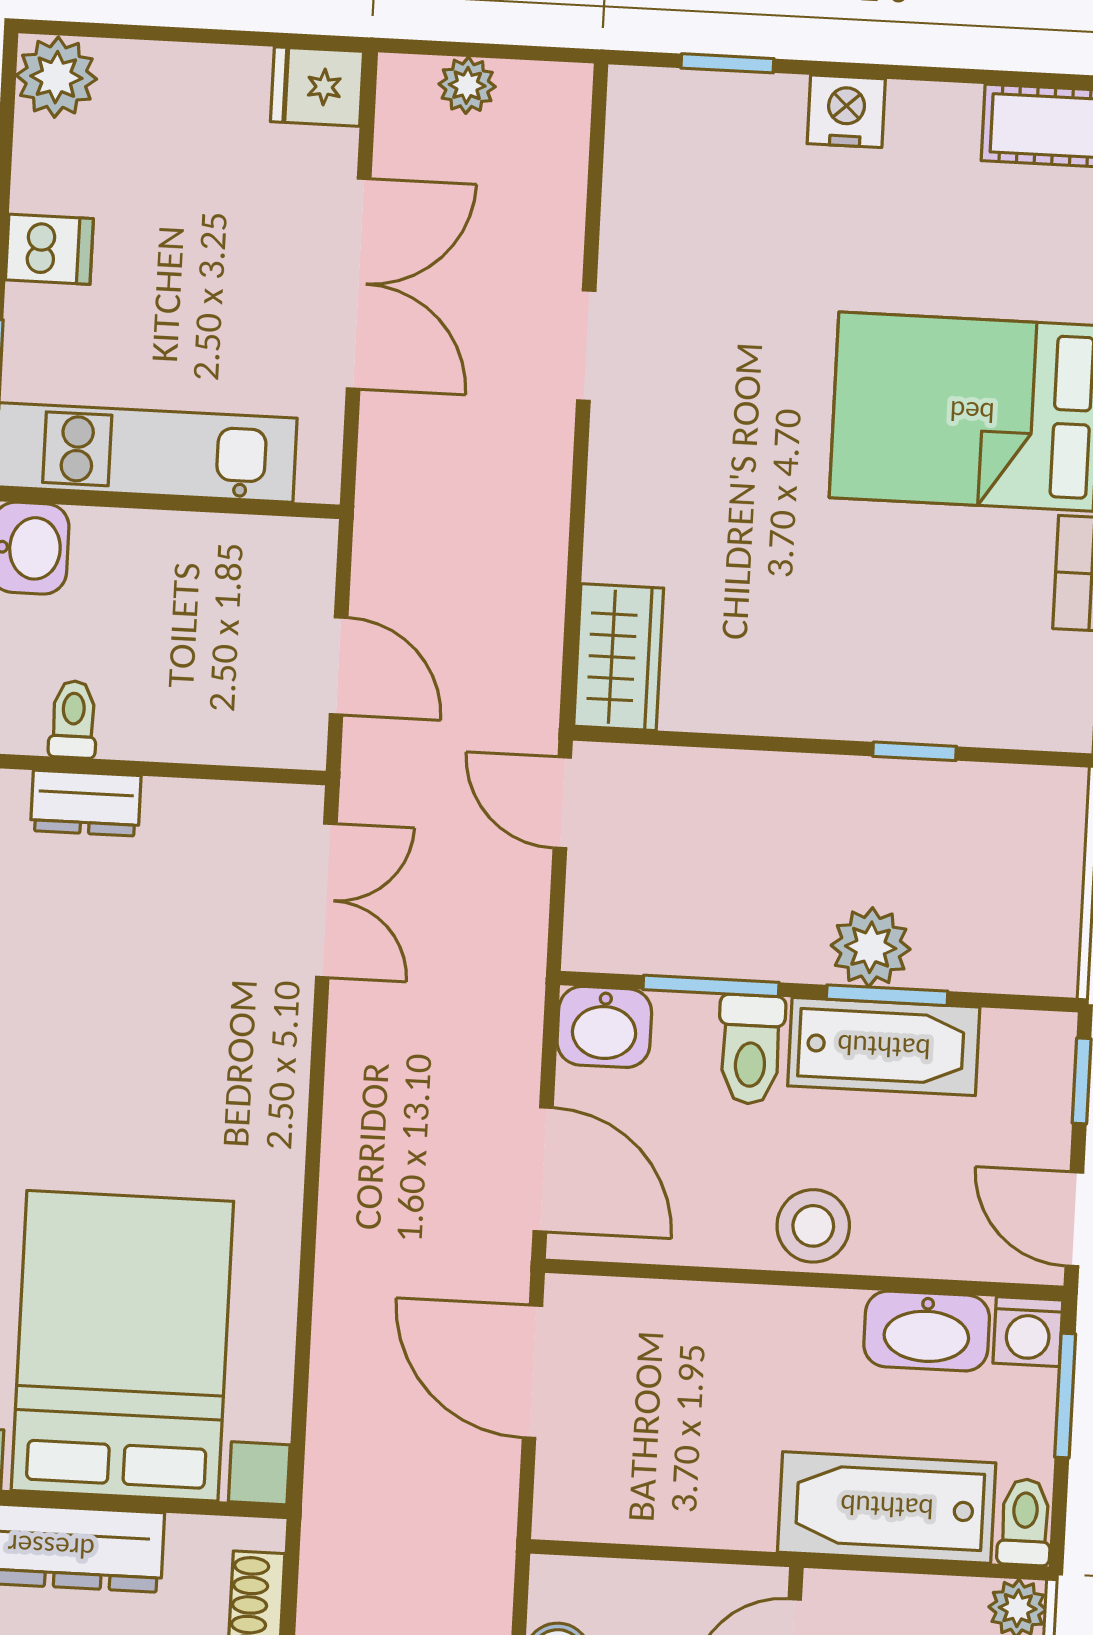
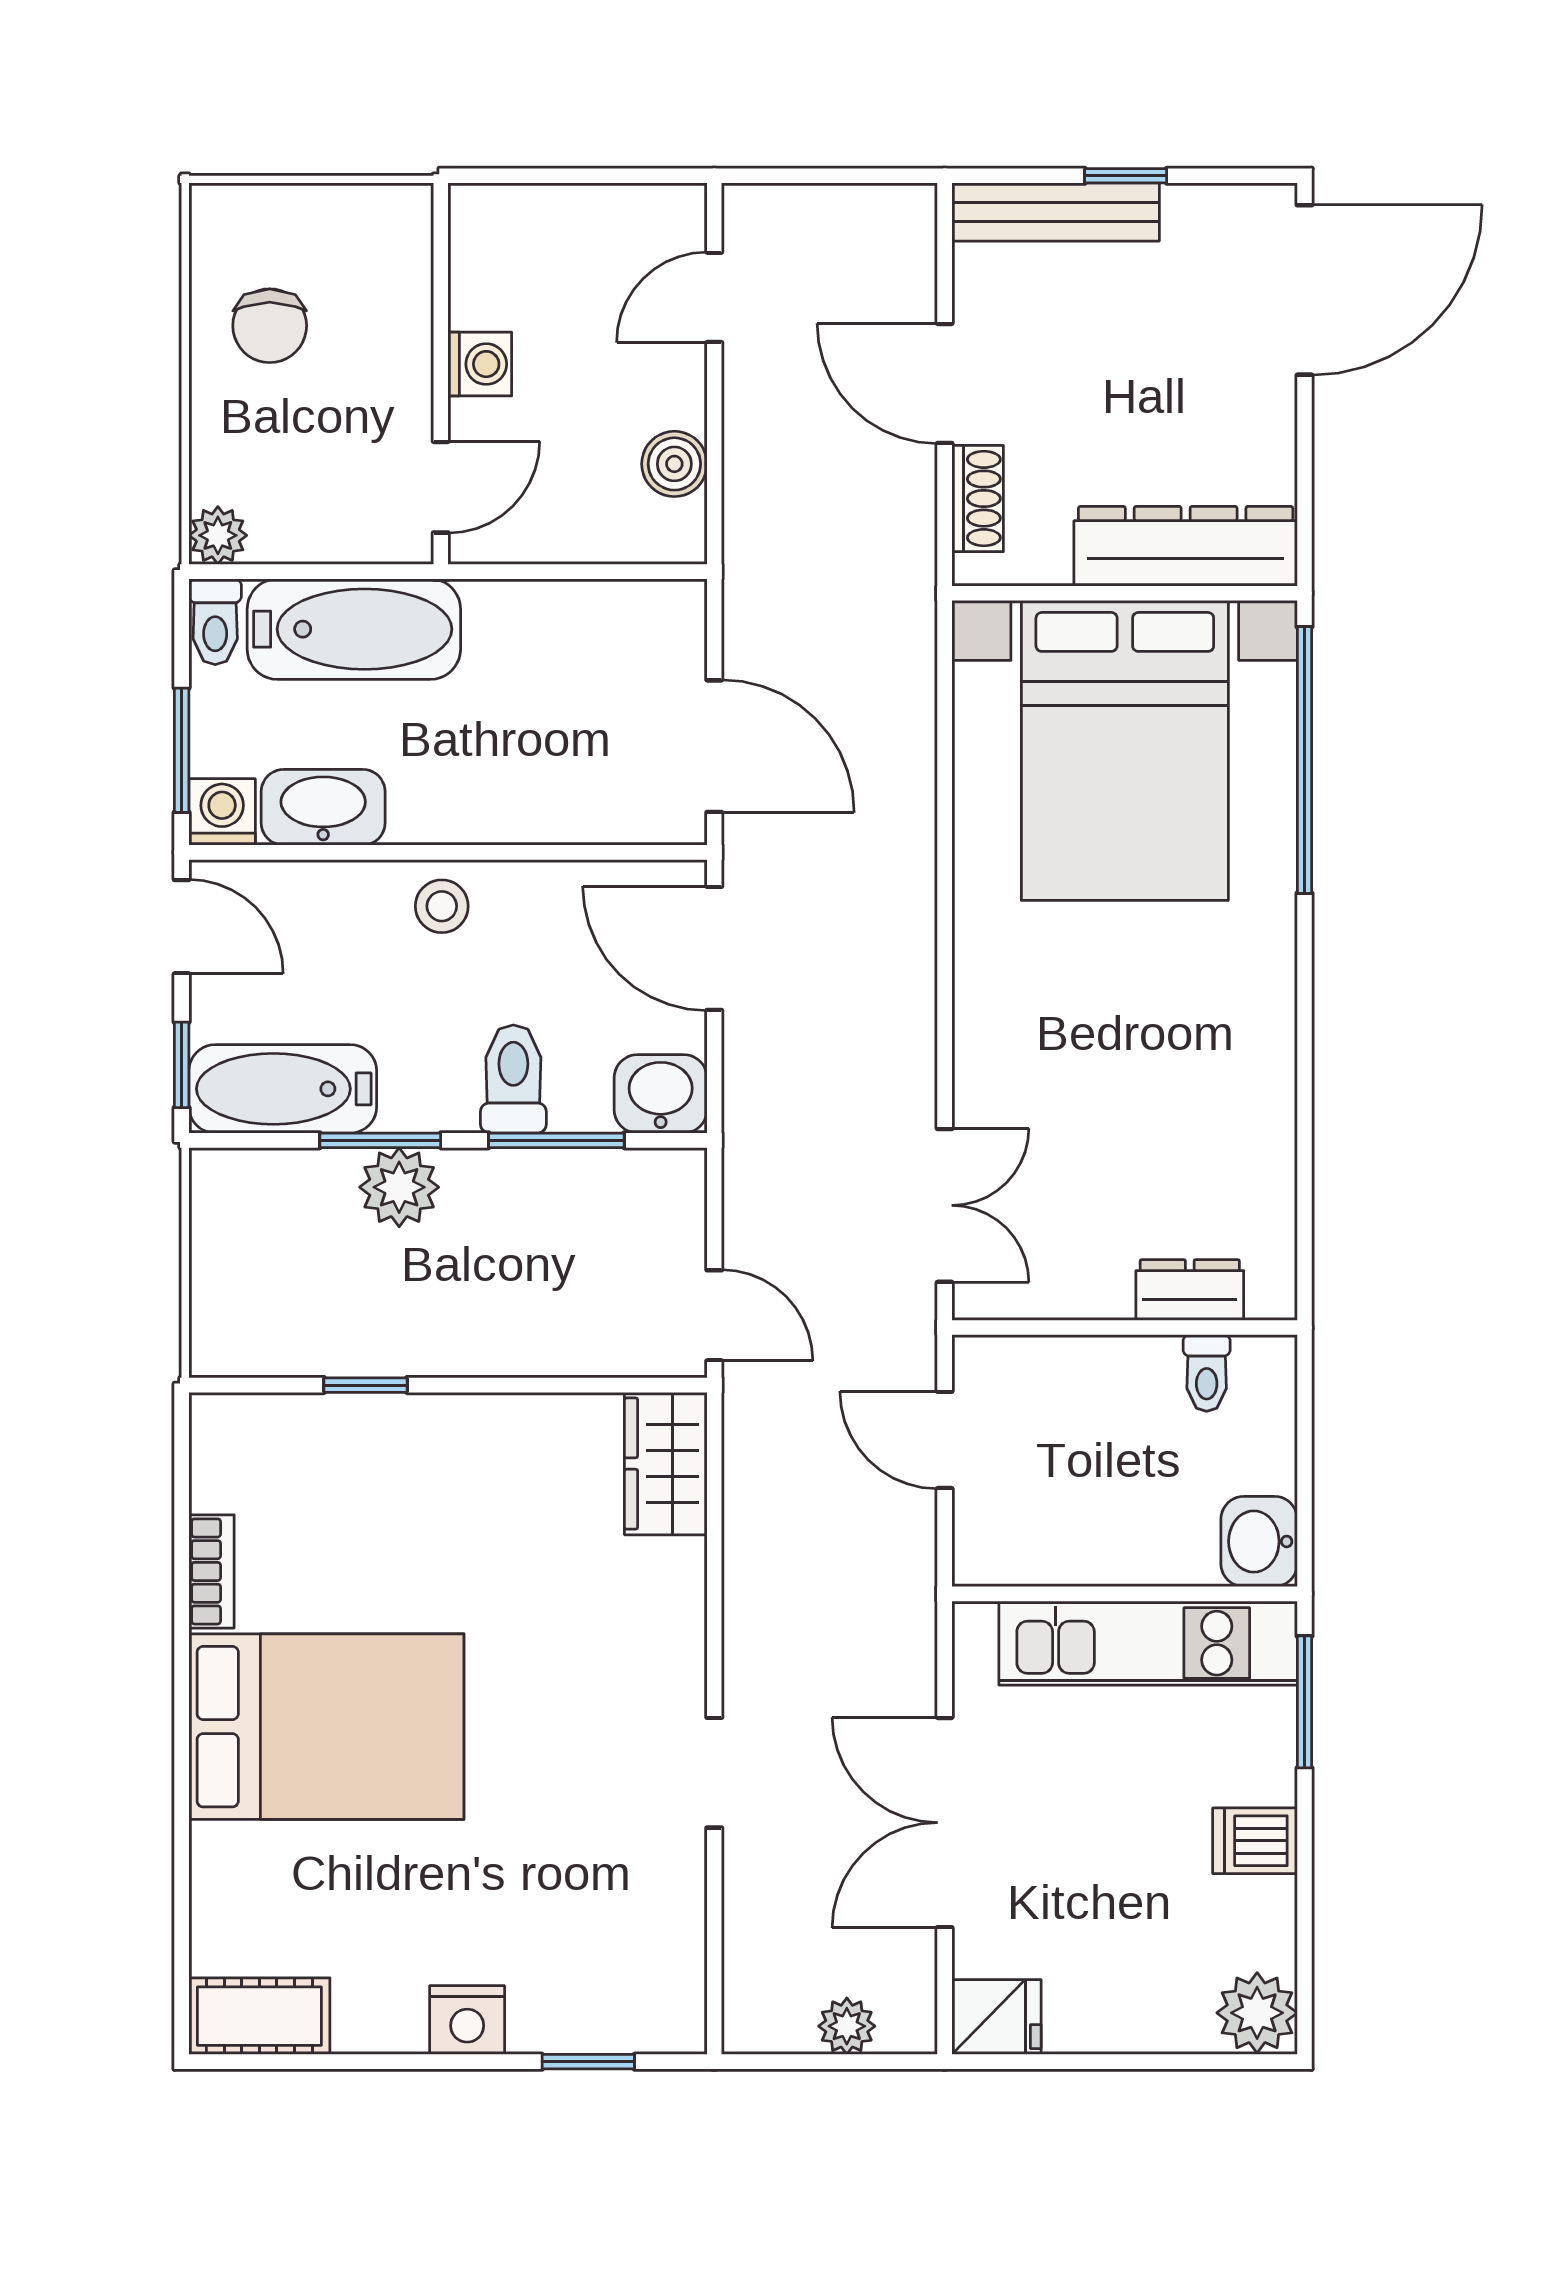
double door: (326, 901) -> (945, 1205), swing flipped
bathtub: (884, 1047) -> (283, 1089), moved
stool: (813, 1226) -> (442, 906), width x0.73, depth x0.73

